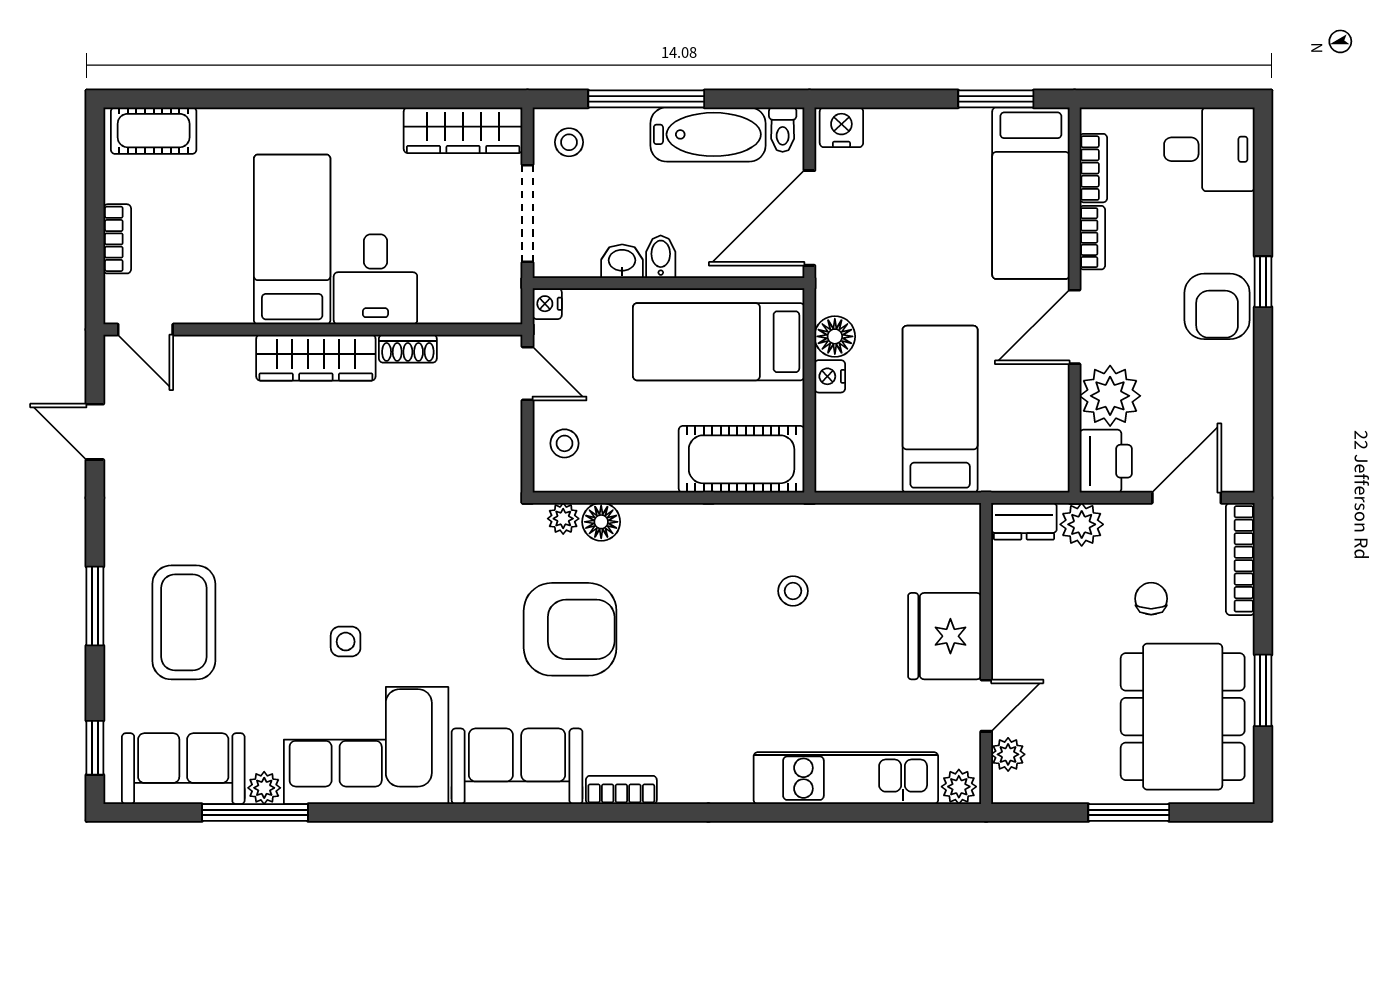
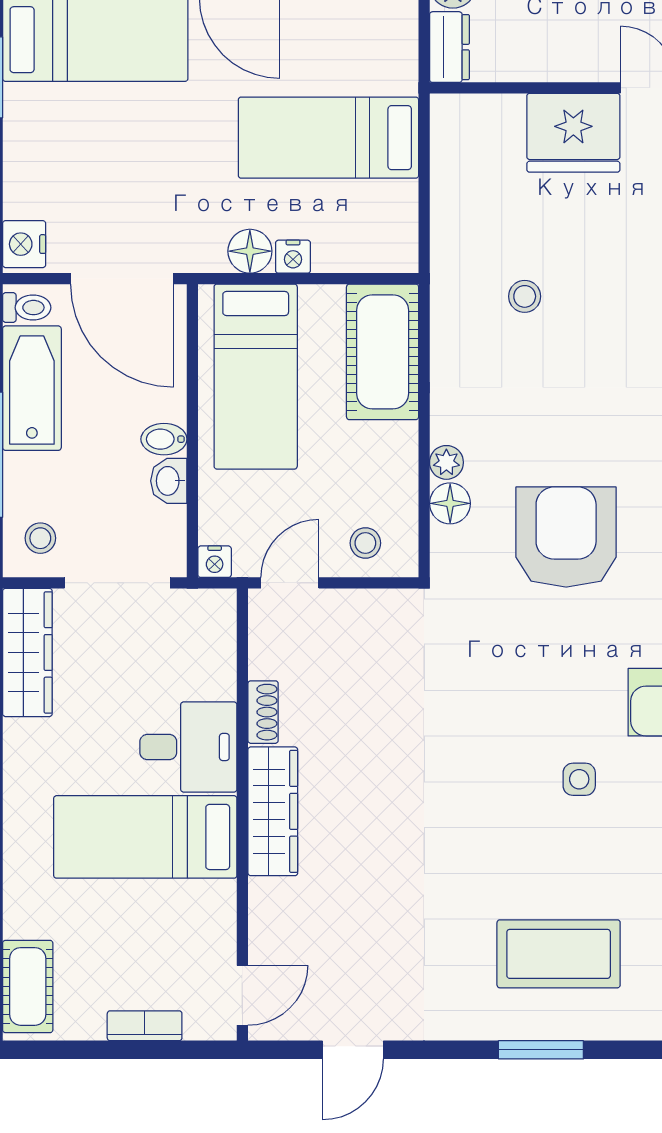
plant: (563, 519) -> (446, 462), moved

